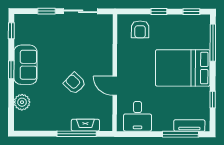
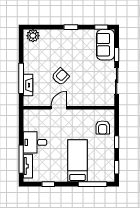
armchair: (140, 29) -> (103, 127), turned -90
sofa: (25, 65) -> (106, 45), moved, turned 90
bed: (183, 68) -> (77, 161), width x0.67
plant: (22, 102) -> (33, 36), moved
desk: (138, 116) -> (35, 142), moved

